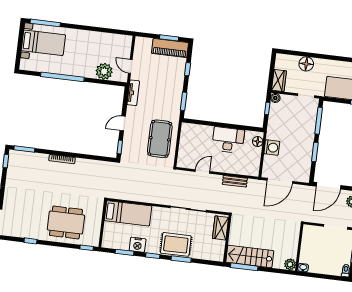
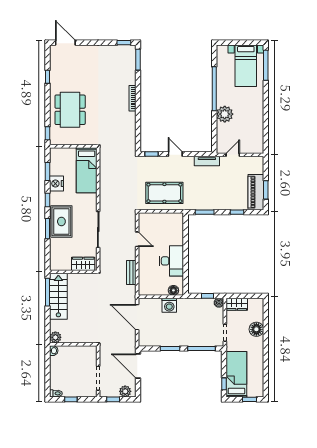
plant: (104, 71) -> (225, 114), moved

